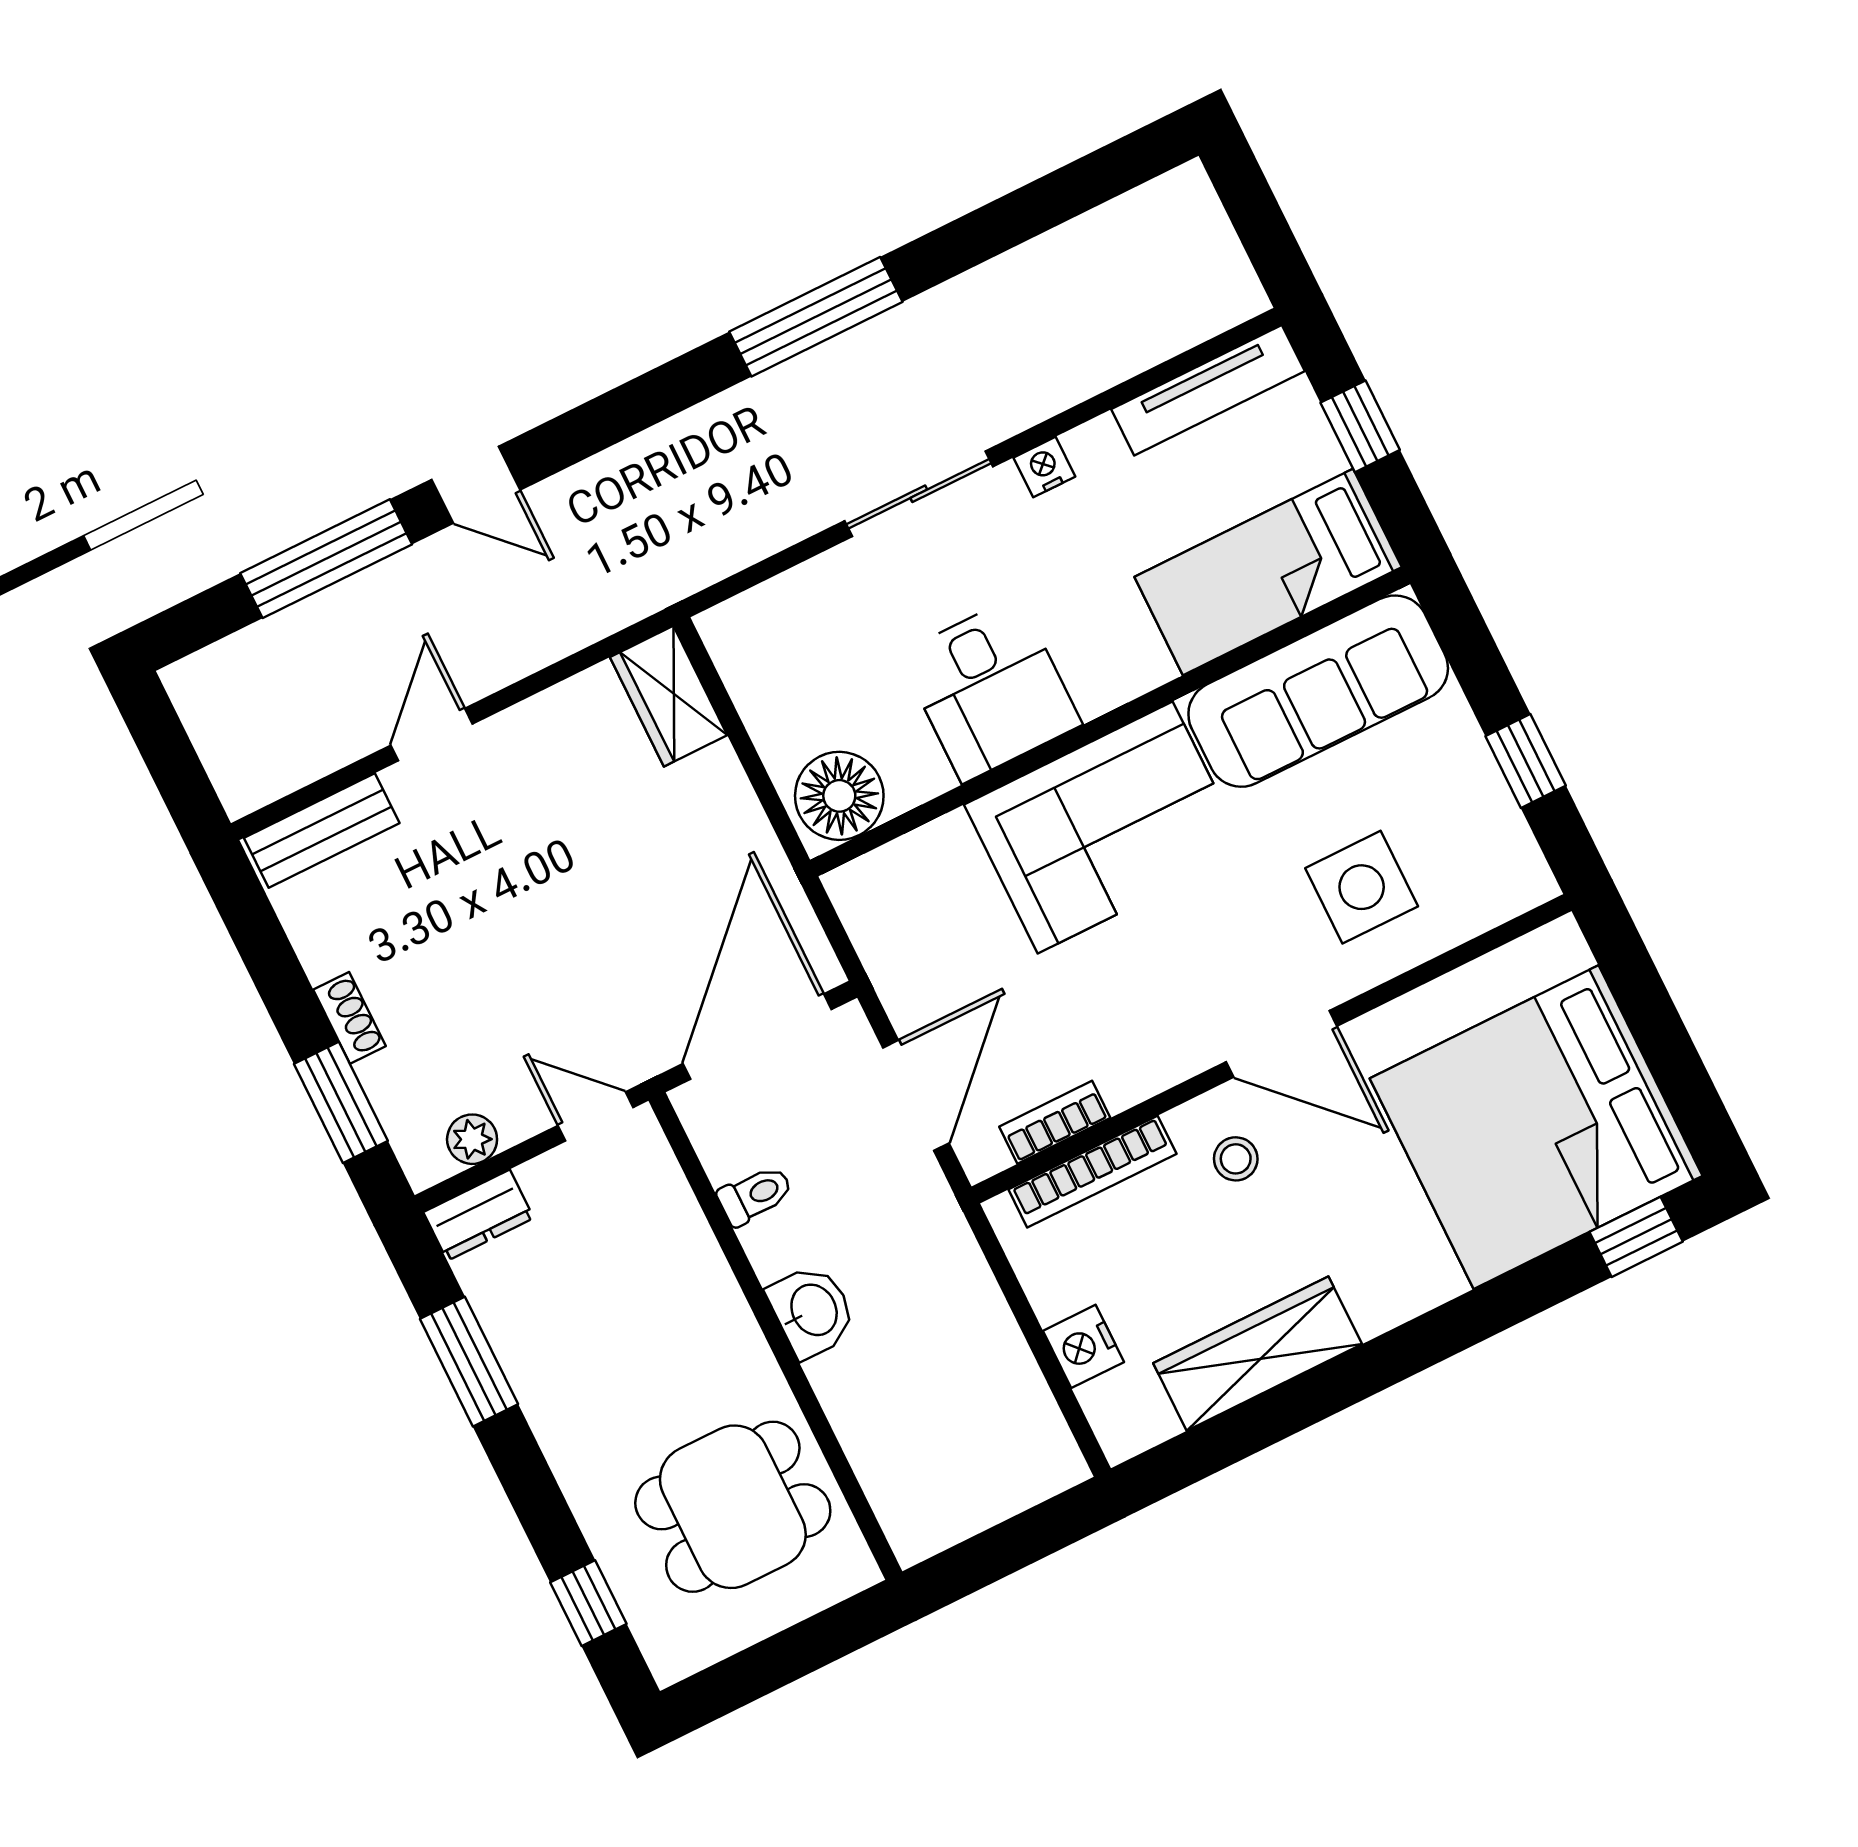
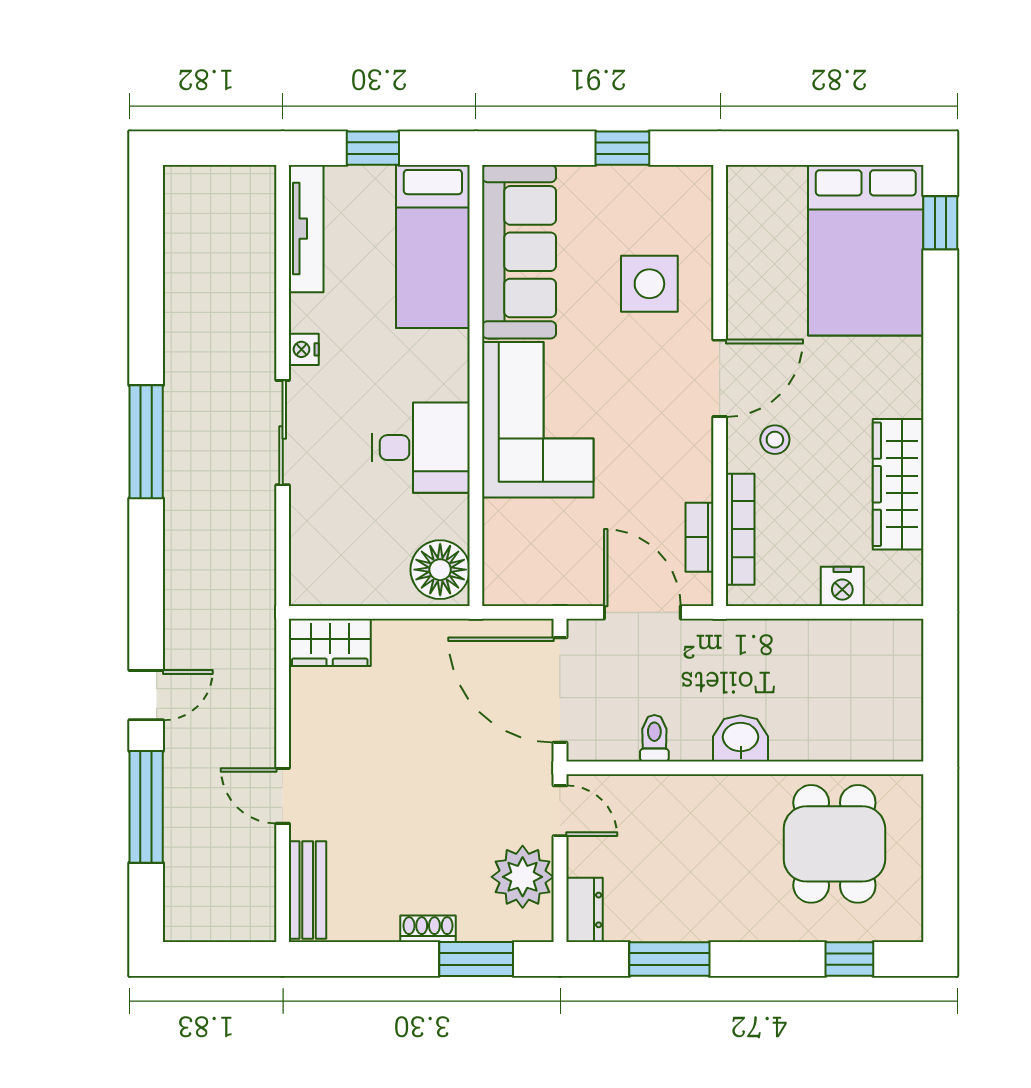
door: (595, 1116) -> (560, 811), swing flipped
bed: (1536, 1127) -> (866, 250), width x0.73
plant: (472, 1139) -> (523, 877), width x1.88, depth x1.88

